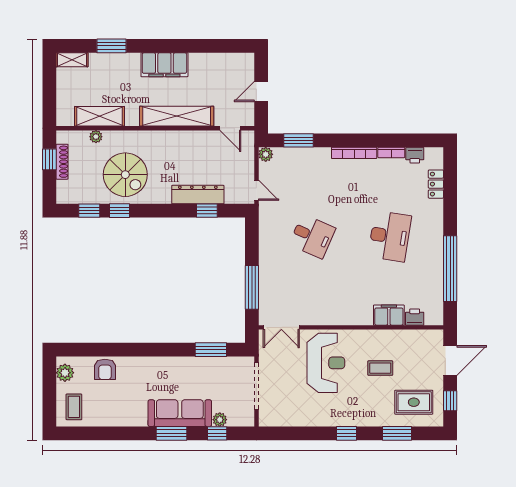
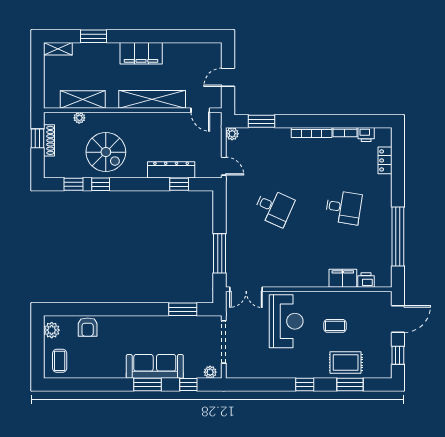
desk: (390, 236) -> (344, 207), width x0.73
rug: (414, 402) -> (346, 363), moved
plant: (220, 420) -> (210, 372), moved

